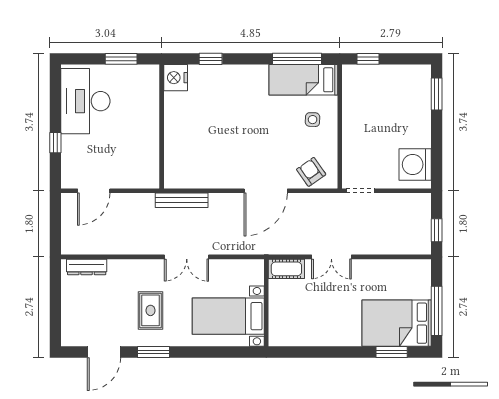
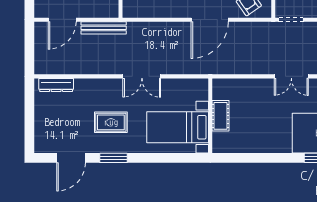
bench: (182, 200) -> (104, 28), moved
double door: (331, 257) -> (291, 76), moved
cot: (286, 269) -> (220, 116), moved, turned 90
rug: (151, 310) -> (111, 122), turned 90

